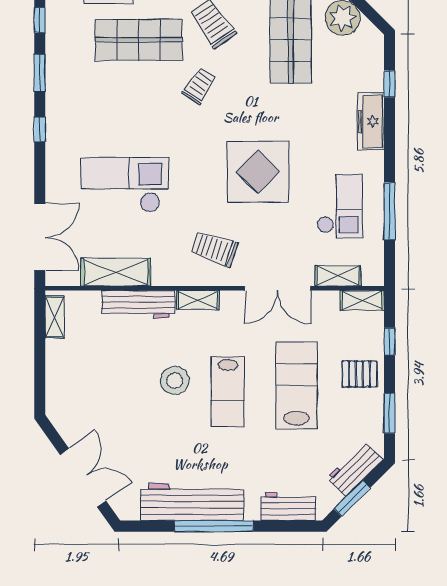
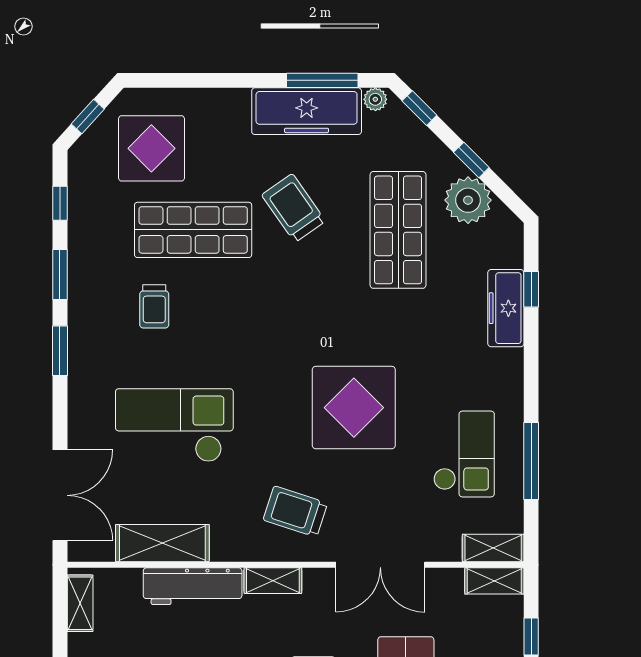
trolley: (199, 86) -> (154, 306), moved, turned 147
freezer: (371, 122) -> (506, 308), moved
window: (40, 130) -> (60, 351), width x1.50
shelving: (338, 276) -> (493, 548), moved

